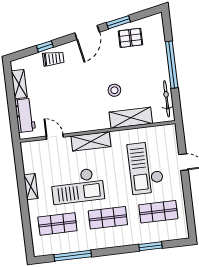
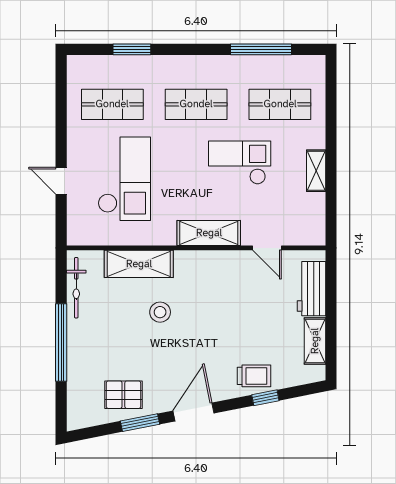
trolley: (53, 59) -> (254, 376), turned 180
checkout: (77, 186) -> (240, 163), width x0.73, depth x0.83

